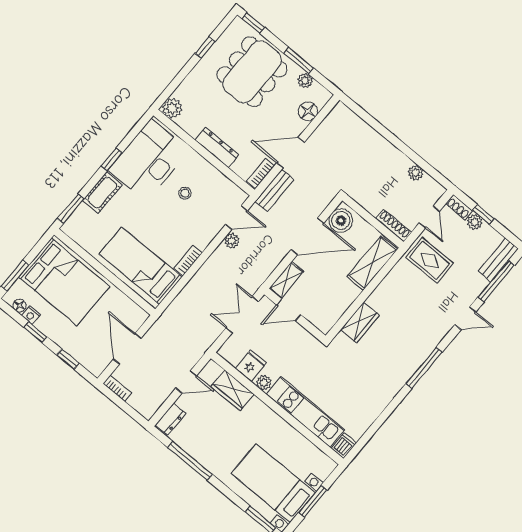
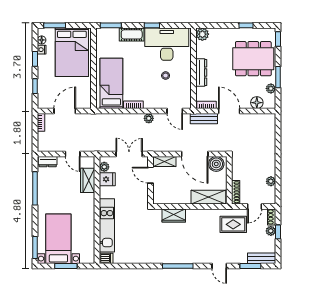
plant: (232, 241) -> (149, 118), moved
rug: (430, 260) -> (233, 224), turned 90
window: (496, 281) -> (250, 266), width x0.69
plant: (264, 383) -> (104, 167), moved

